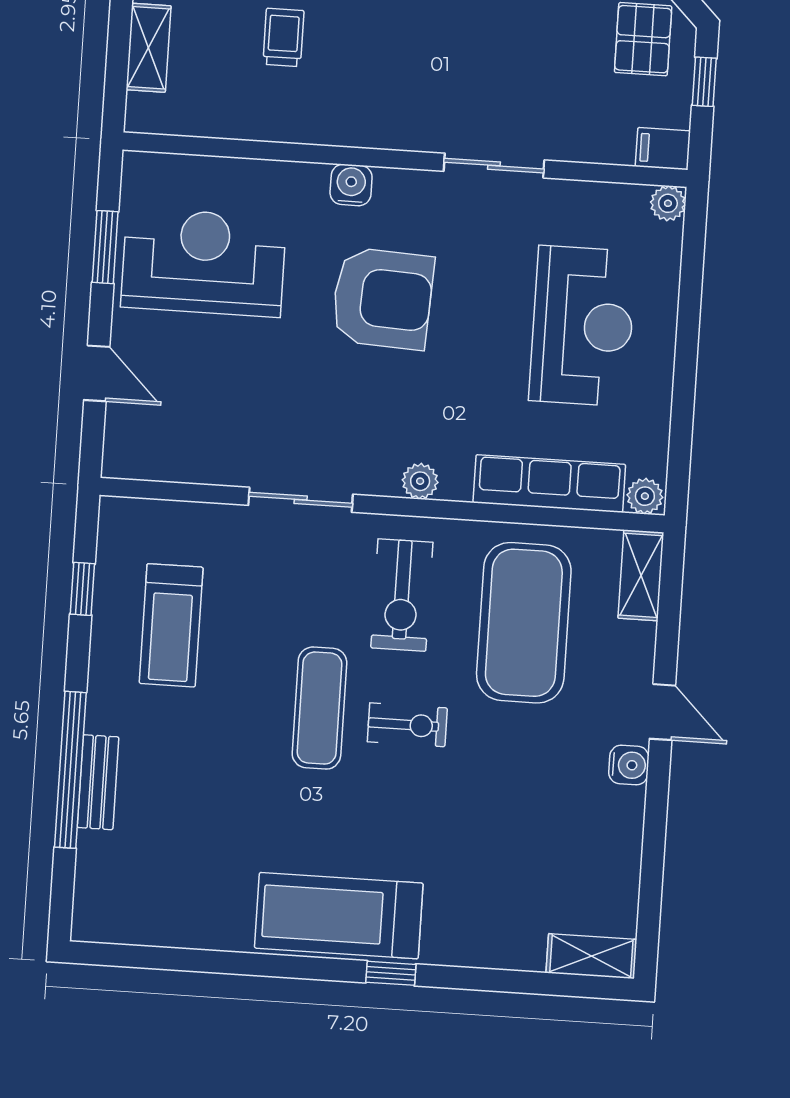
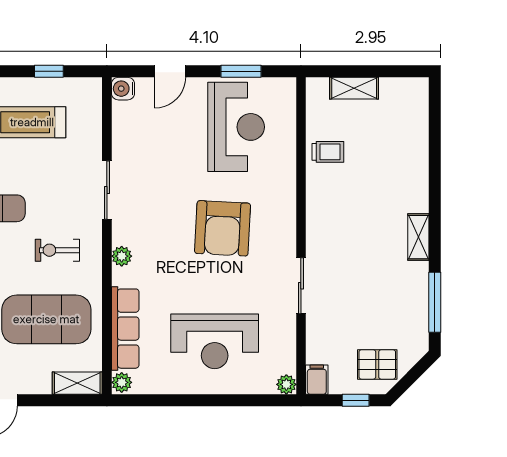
trolley: (283, 37) -> (328, 152), moved
water cooler: (351, 185) -> (123, 89), moved, turned 180
exercise bike: (402, 595) -> (57, 250), width x0.73, depth x0.72

